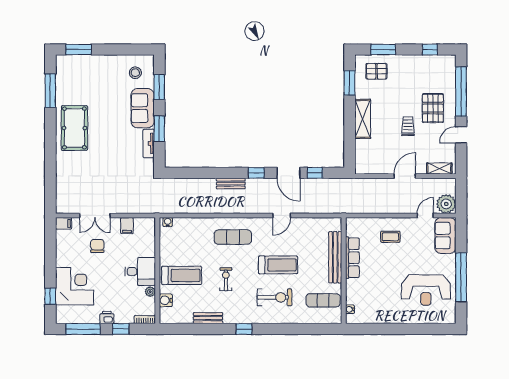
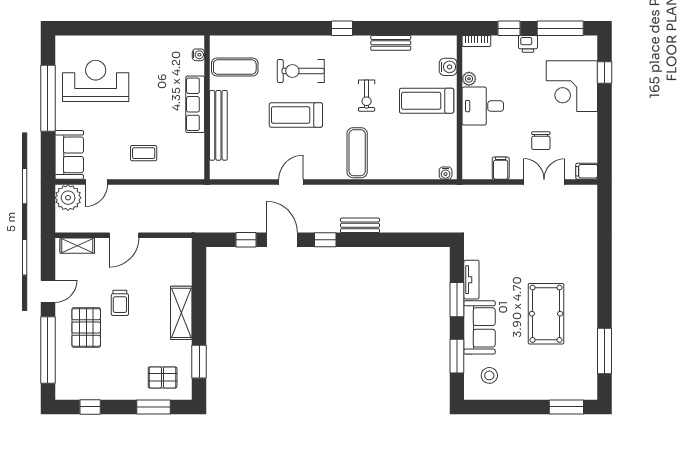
pool table: (74, 128) -> (546, 314), moved
exercise mat: (233, 237) -> (357, 153), turned 90
row of seats: (352, 258) -> (195, 104), moved

